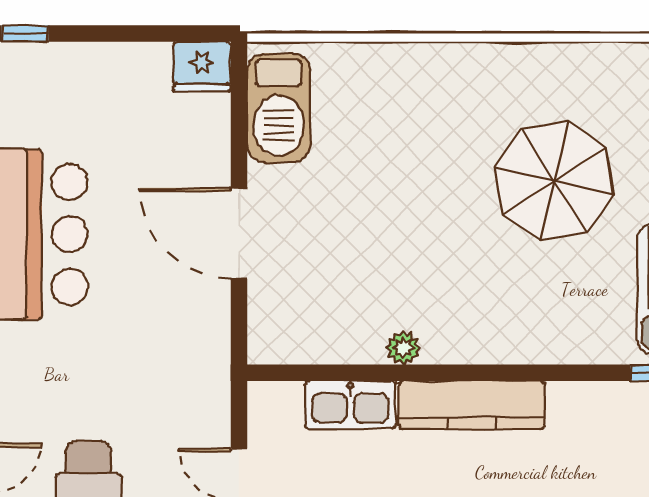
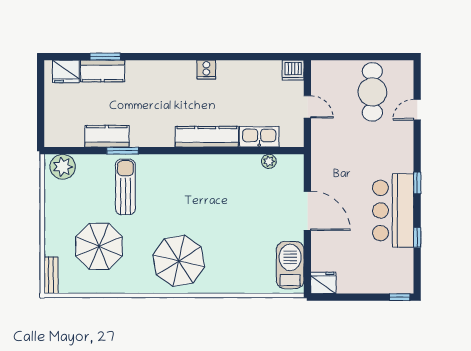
parasol: (554, 181) -> (179, 261), moved
plant: (403, 348) -> (269, 161), moved

